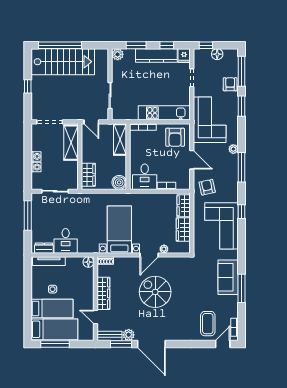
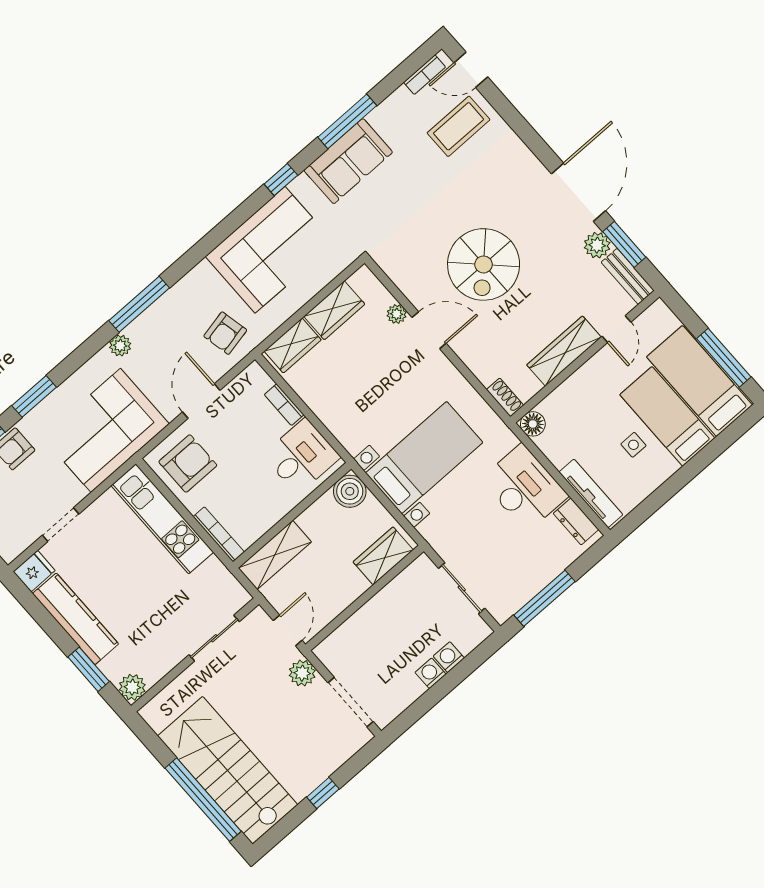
window: (167, 45) -> (42, 617), removed
plant: (73, 114) -> (302, 673), added
shelving: (71, 143) -> (354, 634), removed
window: (242, 212) -> (281, 180), moved
bed with nightstands: (119, 230) -> (424, 458), moved, turned 180
desk: (66, 241) -> (524, 488), width x1.37

